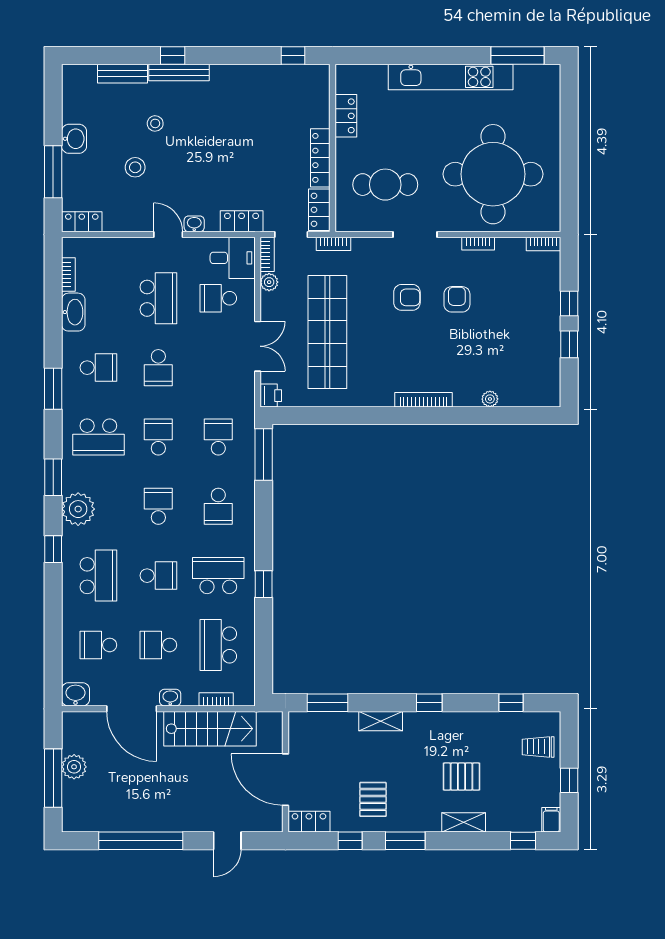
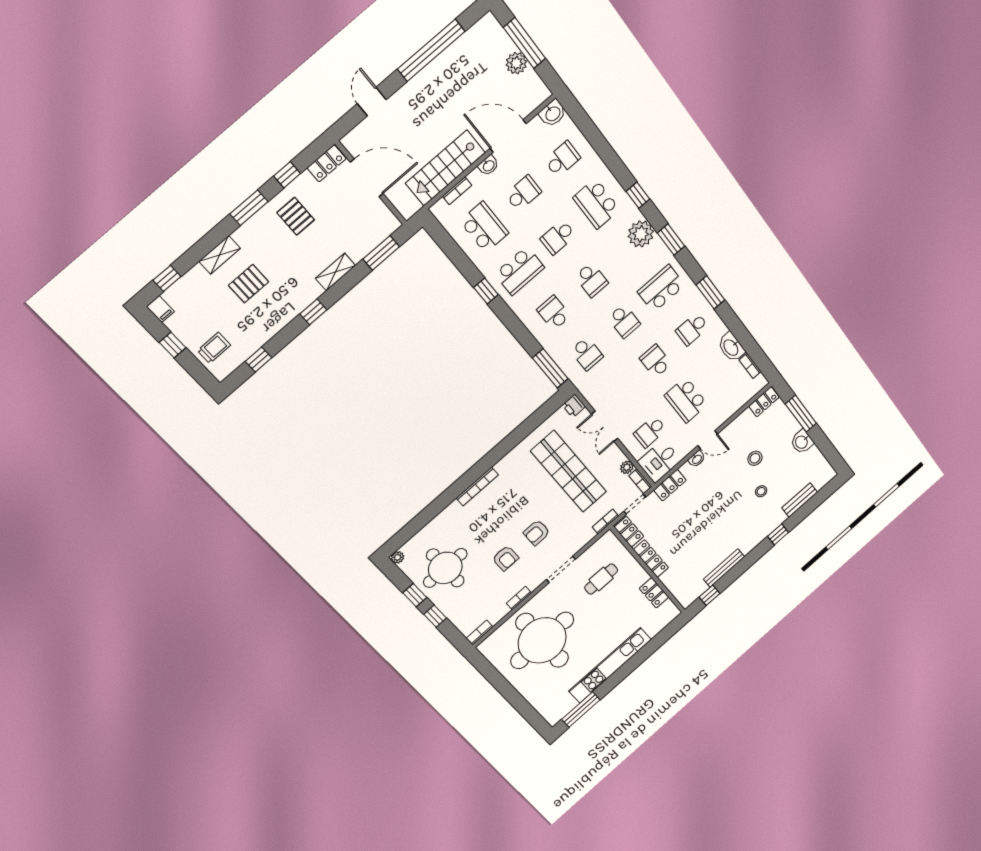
bench: (179, 72) -> (724, 568), moved
cafe table: (385, 185) -> (601, 579), width x0.73, depth x0.74
school desk: (218, 298) -> (650, 432), turned 180
round table: (519, 345) -> (445, 568), added
plant: (490, 399) -> (397, 557), moved

